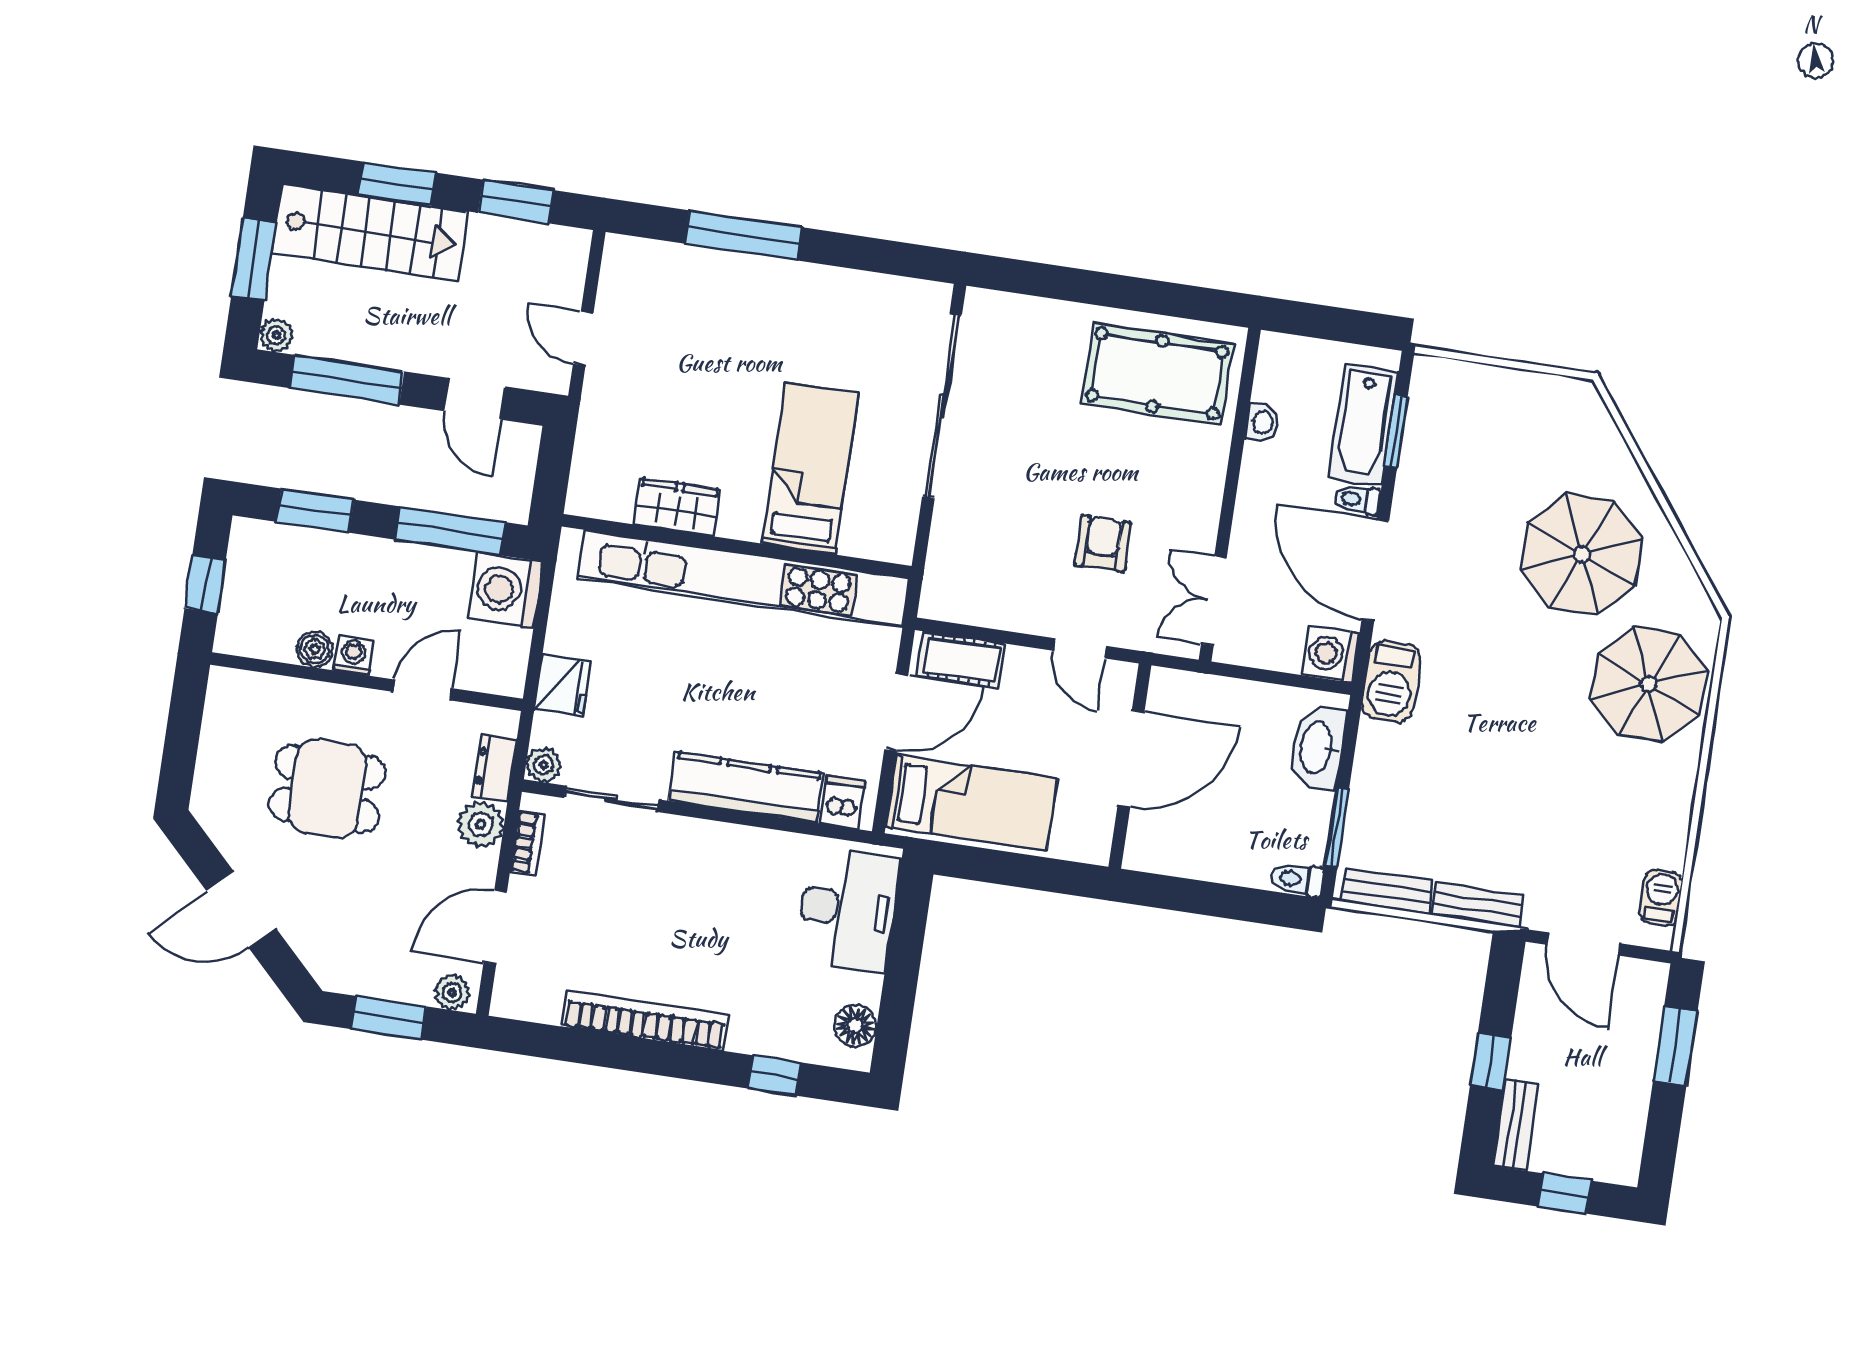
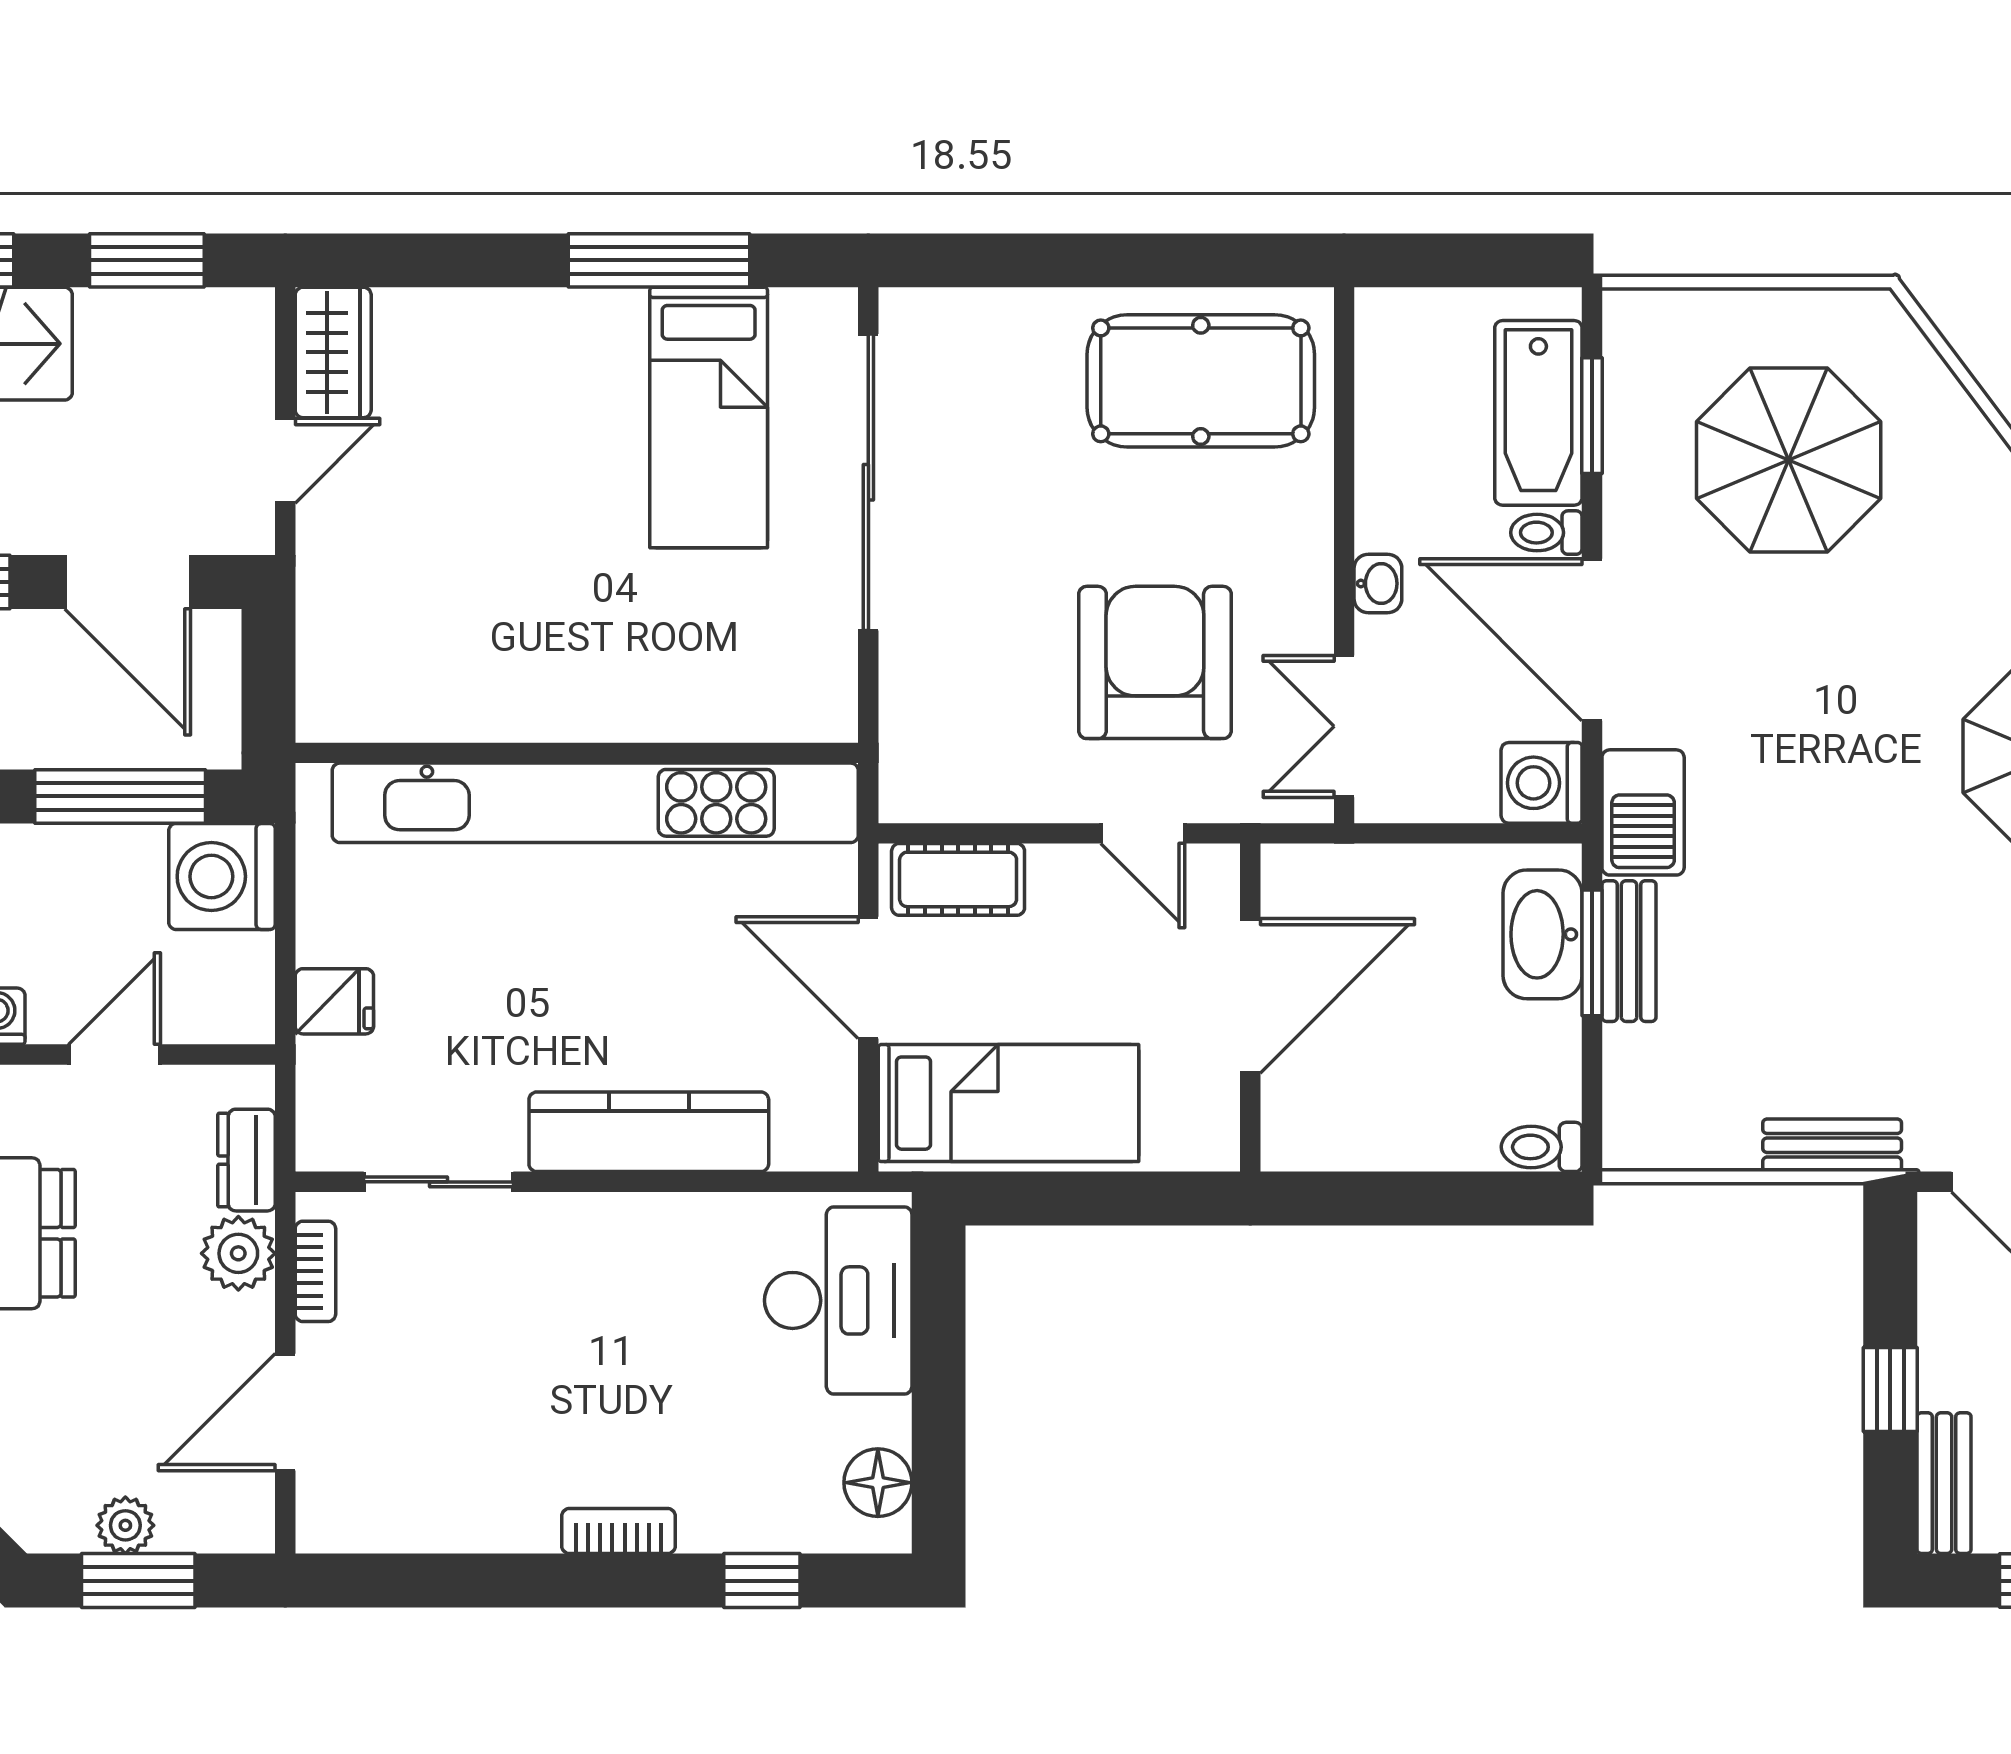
window: (743, 235) -> (659, 260), moved
door: (583, 338) -> (285, 461), swing flipped
door: (474, 399) -> (128, 582), width x1.38
washbasin: (1262, 423) -> (1378, 584), moved
bed: (810, 468) -> (709, 418), moved, turned 180
wardrobe: (677, 507) -> (333, 352), moved, turned 90
armchair: (1103, 544) -> (1155, 662), width x1.88, depth x1.88
parasol: (1582, 554) -> (1789, 460), moved
fridge: (562, 685) -> (334, 1001), width x0.72
door: (896, 712) -> (868, 978), swing flipped
plant: (544, 765) -> (323, 1144), removed
dishwasher: (842, 802) -> (804, 1132), removed
window: (1337, 827) -> (1592, 953), moved
bench: (1387, 891) -> (1629, 951), moved, turned 90
plant: (452, 992) -> (125, 1525), moved
bookcase: (645, 1020) -> (619, 1531), width x0.43, depth x0.76

